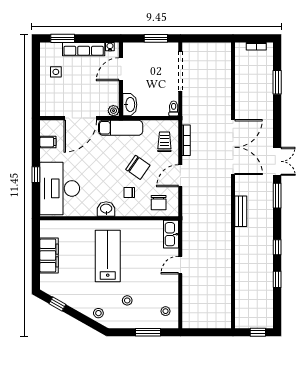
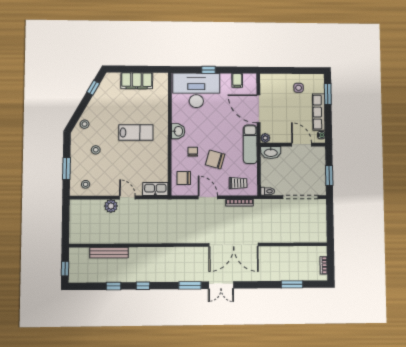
chair: (138, 167) -> (215, 159), turned 71
bench: (241, 211) -> (109, 253), moved, width x1.36
lab bench: (108, 256) -> (136, 133), width x0.73, depth x0.72
plant: (190, 283) -> (111, 206), added

